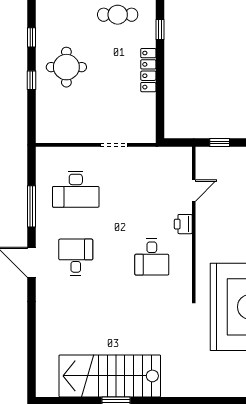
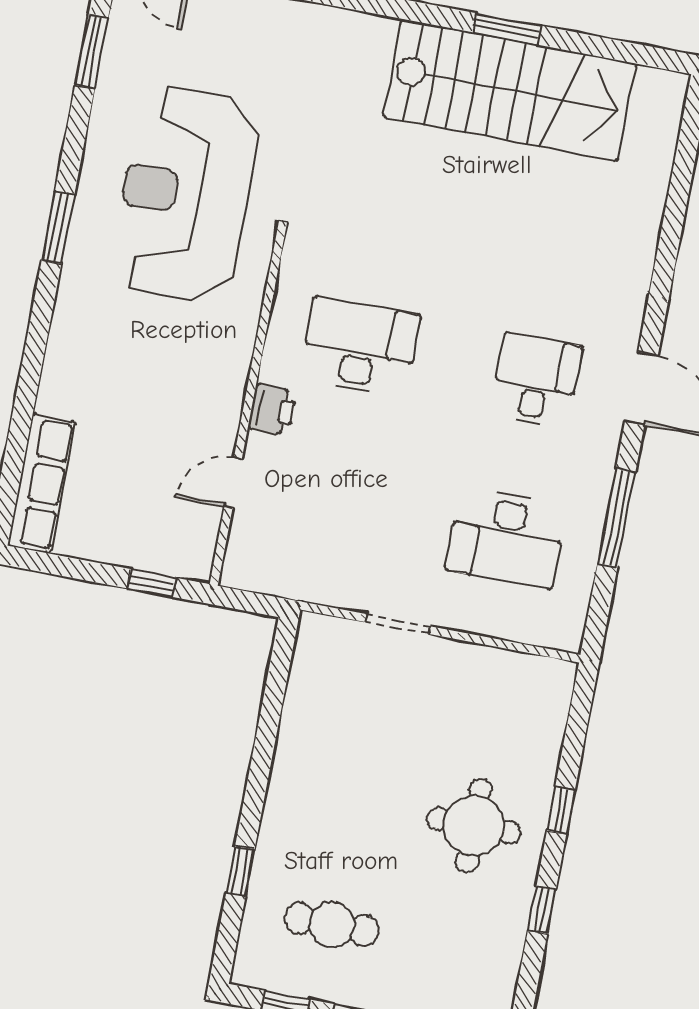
locker: (148, 70) -> (285, 782), removed
desk: (76, 189) -> (506, 538), turned 180
desk: (76, 257) -> (536, 381), turned 180
desk: (152, 257) -> (360, 347), width x1.37

